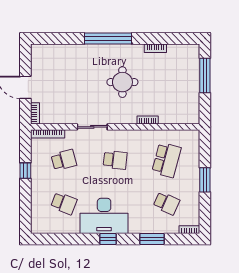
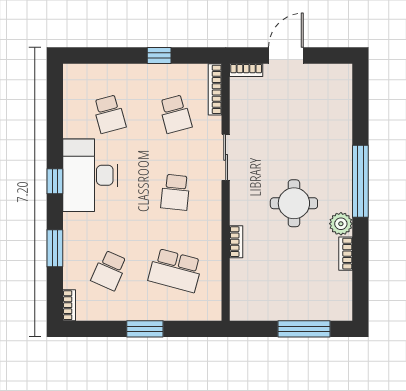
plant: (136, 51) -> (341, 224), added
school desk: (64, 203) -> (109, 114), turned -36

